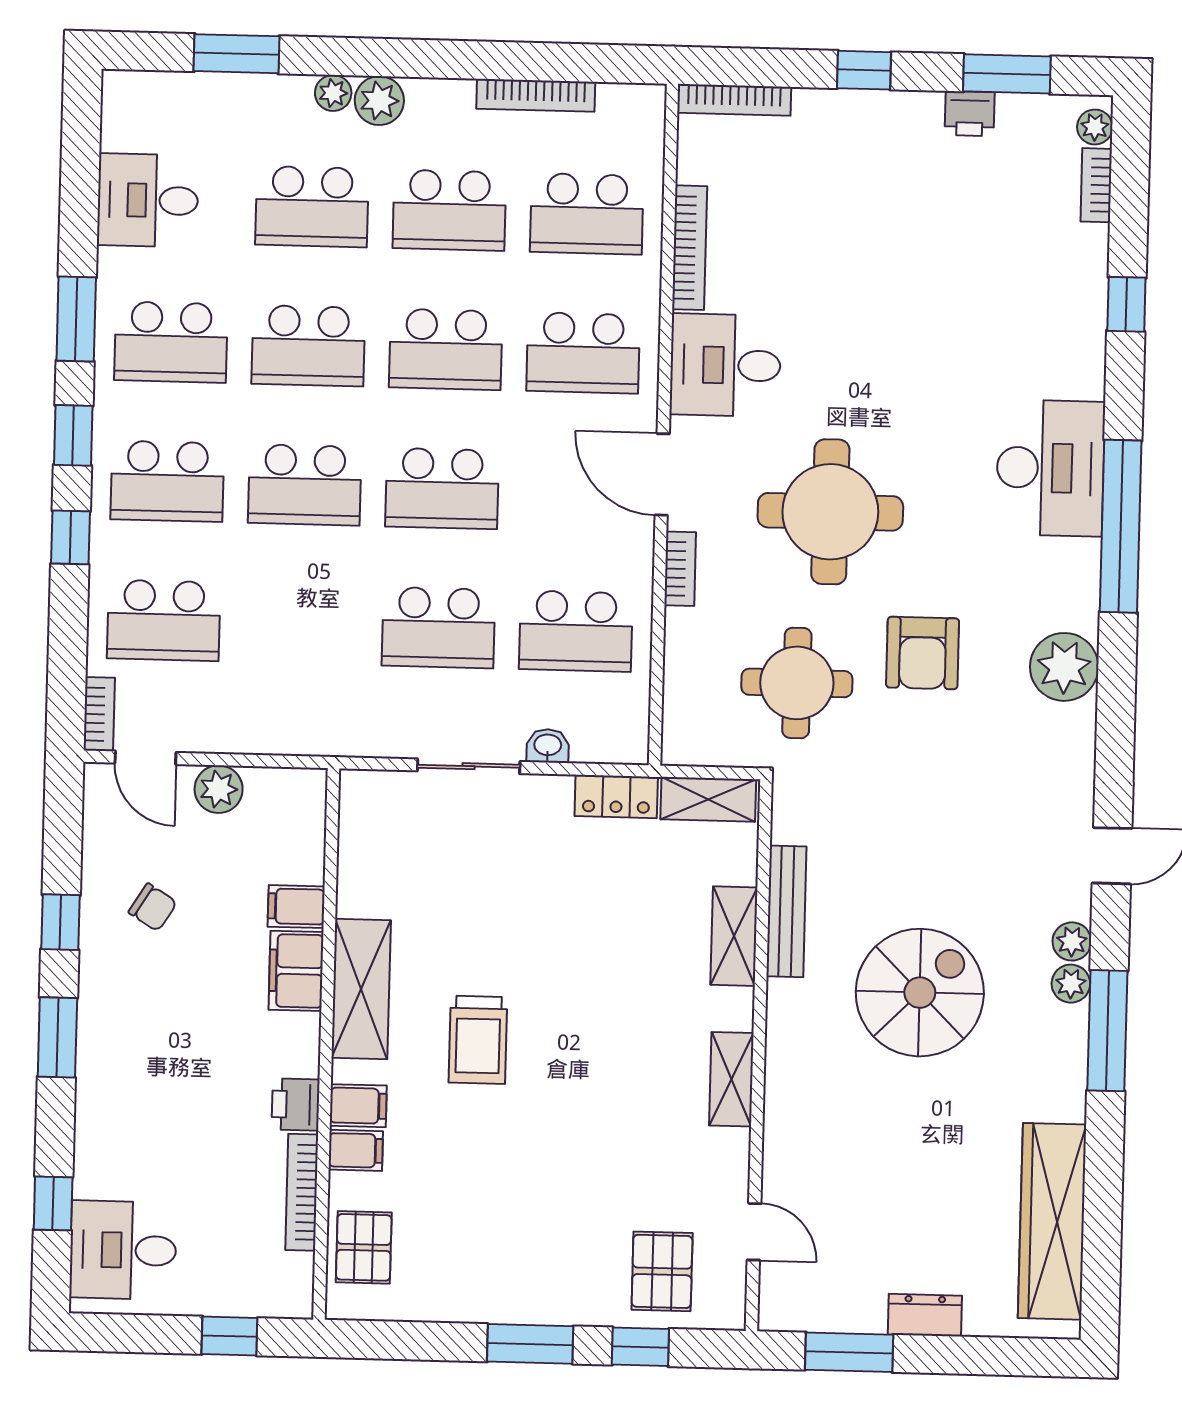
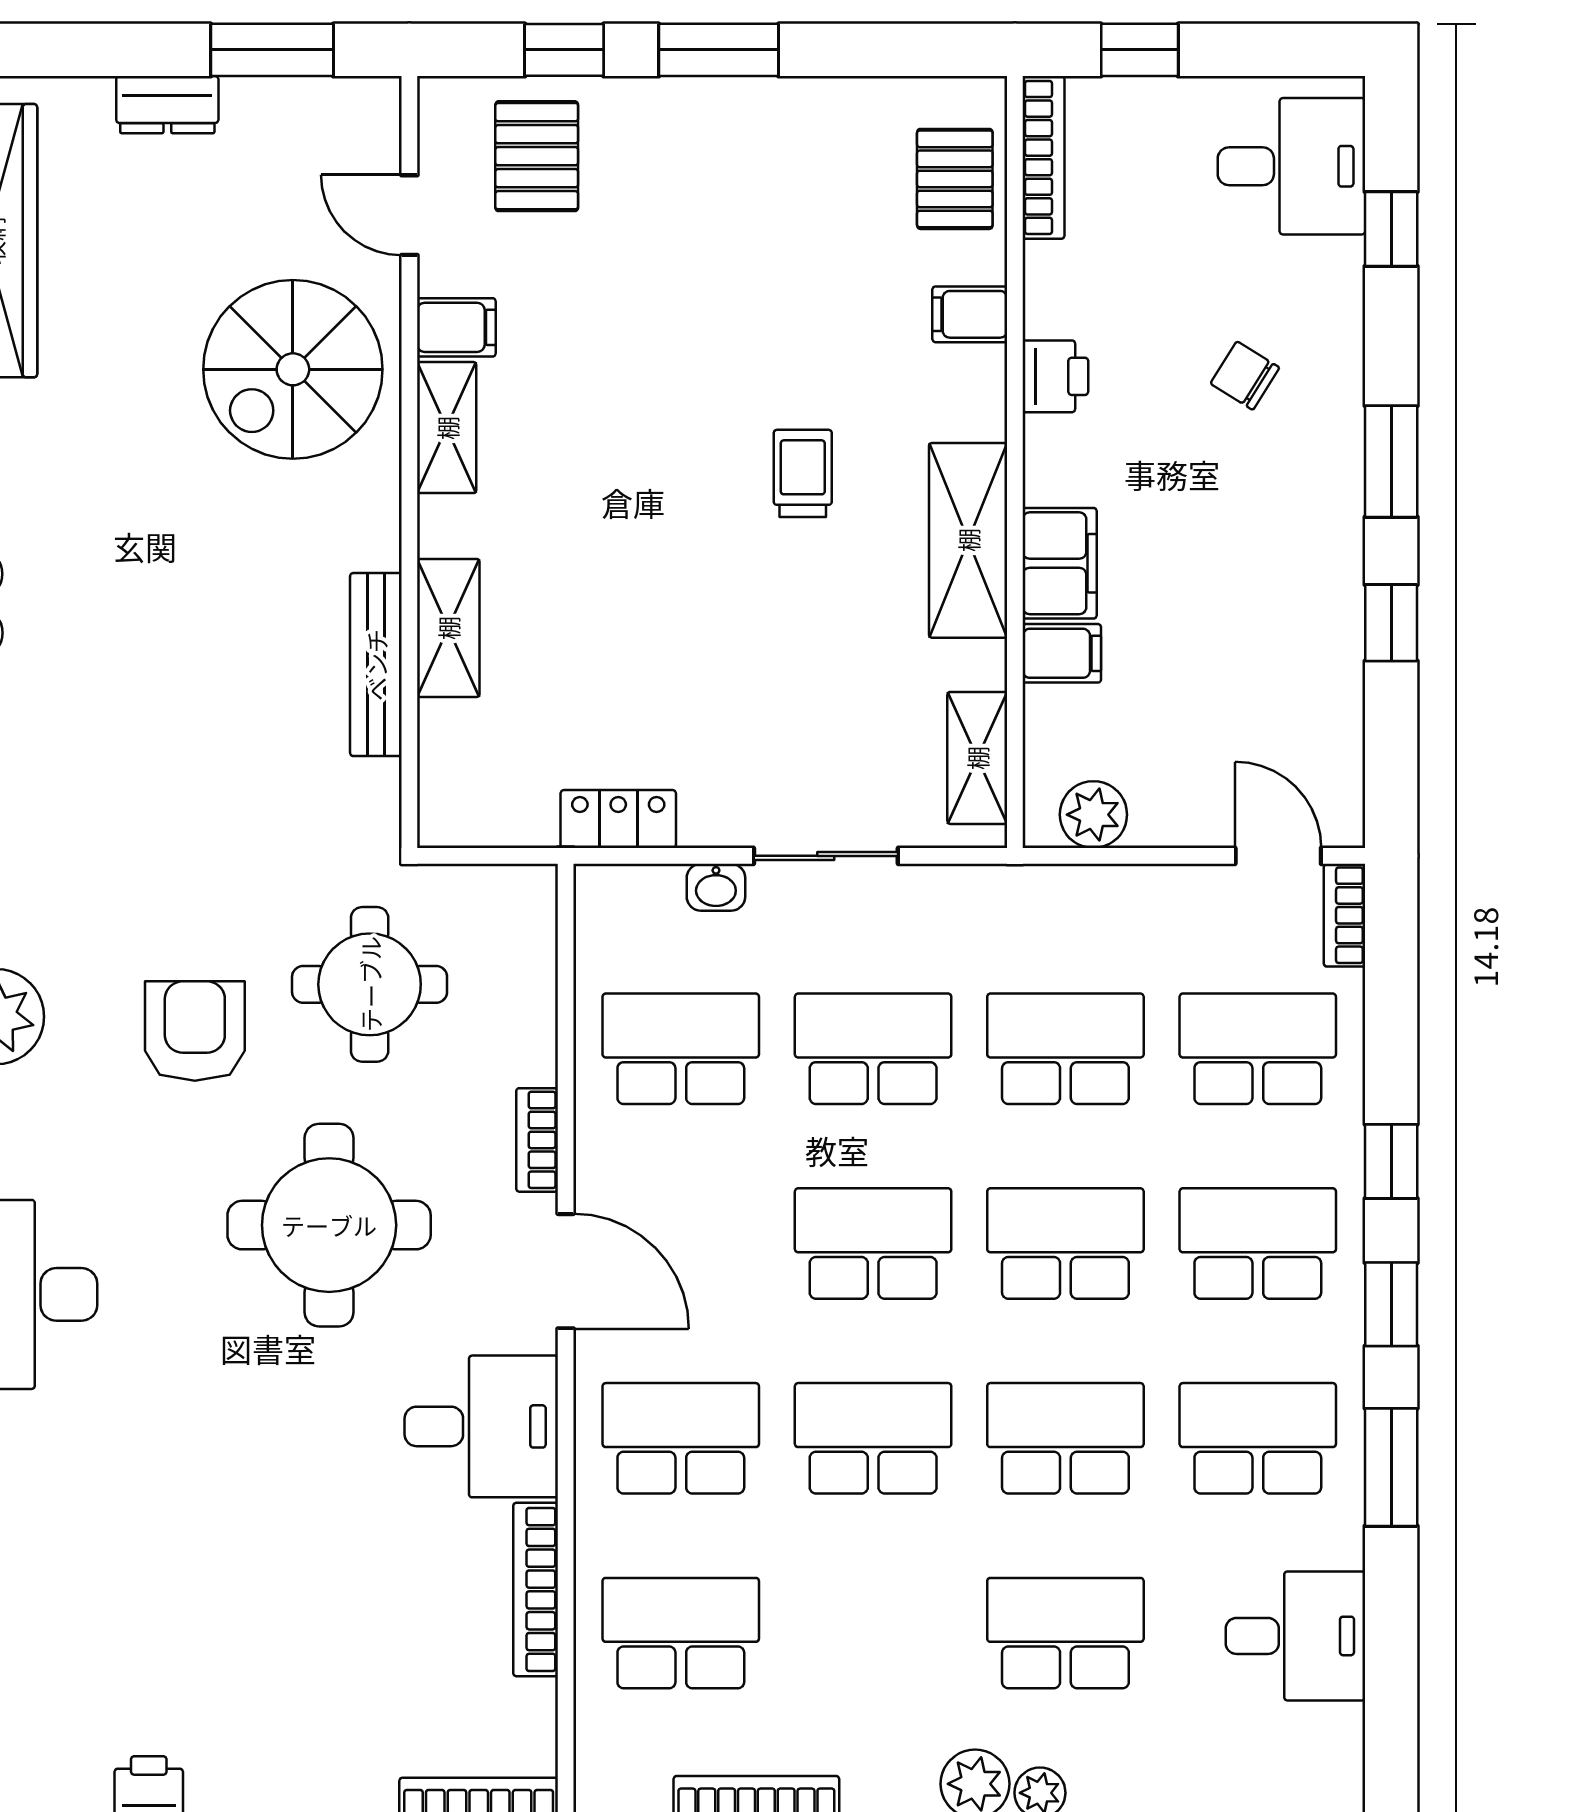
school desk: (449, 210) -> (1065, 1049), moved
plant: (219, 789) -> (1093, 815), moved
shelving: (708, 799) -> (977, 758), moved, turned 90
chair: (153, 907) -> (1245, 376), moved
spiral stairs: (920, 993) -> (293, 369), moved
trolley: (478, 1040) -> (803, 473), width x0.73, depth x0.72
filing cabinet: (358, 1106) -> (456, 327), moved, turned 180
bookcase: (302, 1192) -> (1043, 157), moved

